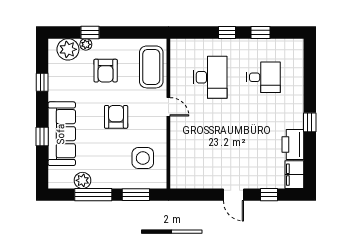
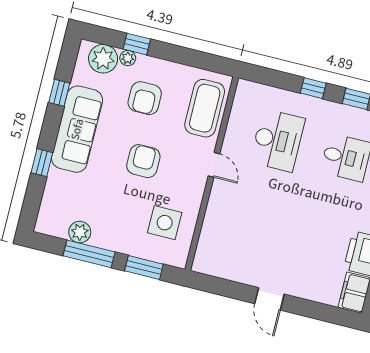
sofa: (62, 134) -> (77, 129), moved
window: (269, 195) -> (315, 310), removed

